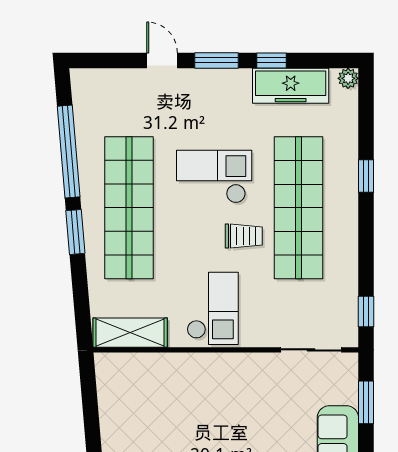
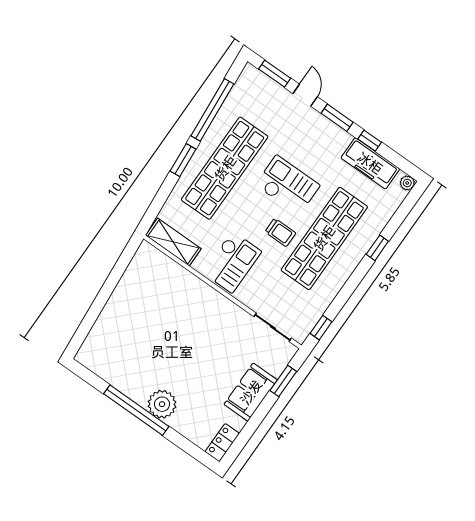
window: (110, 60) -> (275, 74), added

